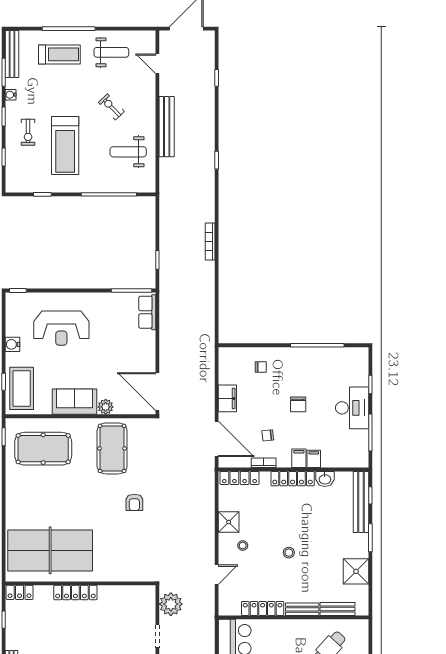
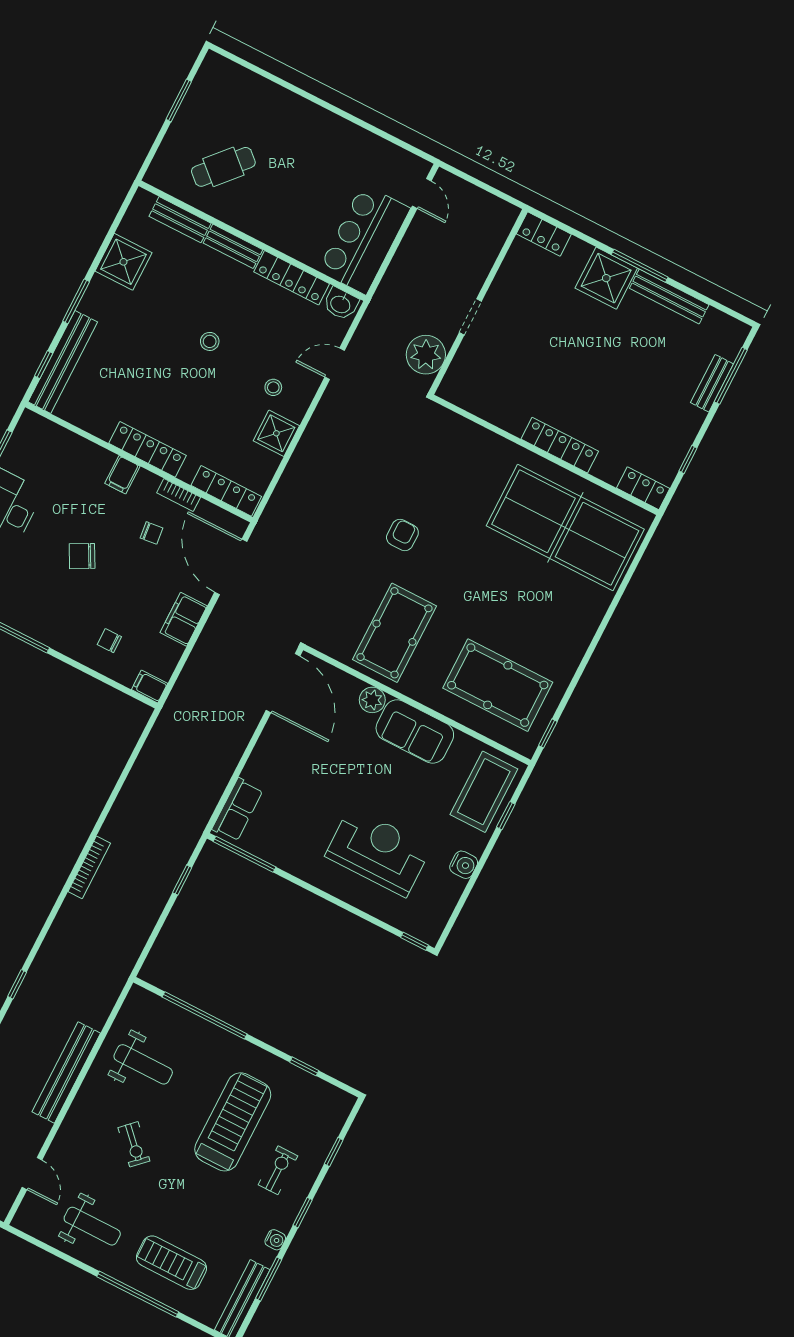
weight bench: (111, 52) -> (92, 1226), turned 180
chair: (298, 404) -> (82, 556), turned -118
filing cabinet: (314, 459) -> (150, 686), moved, turned 90
washbasin: (325, 479) -> (341, 304), moved, turned 180

